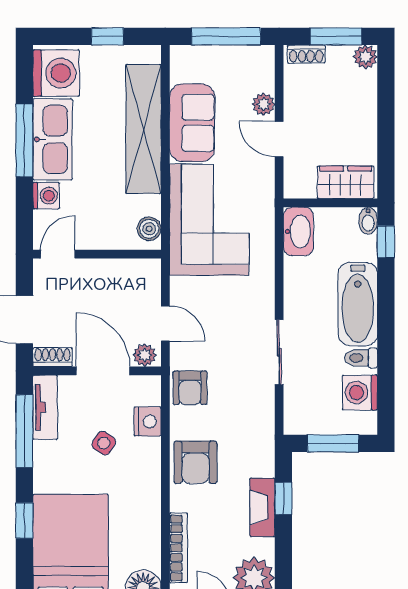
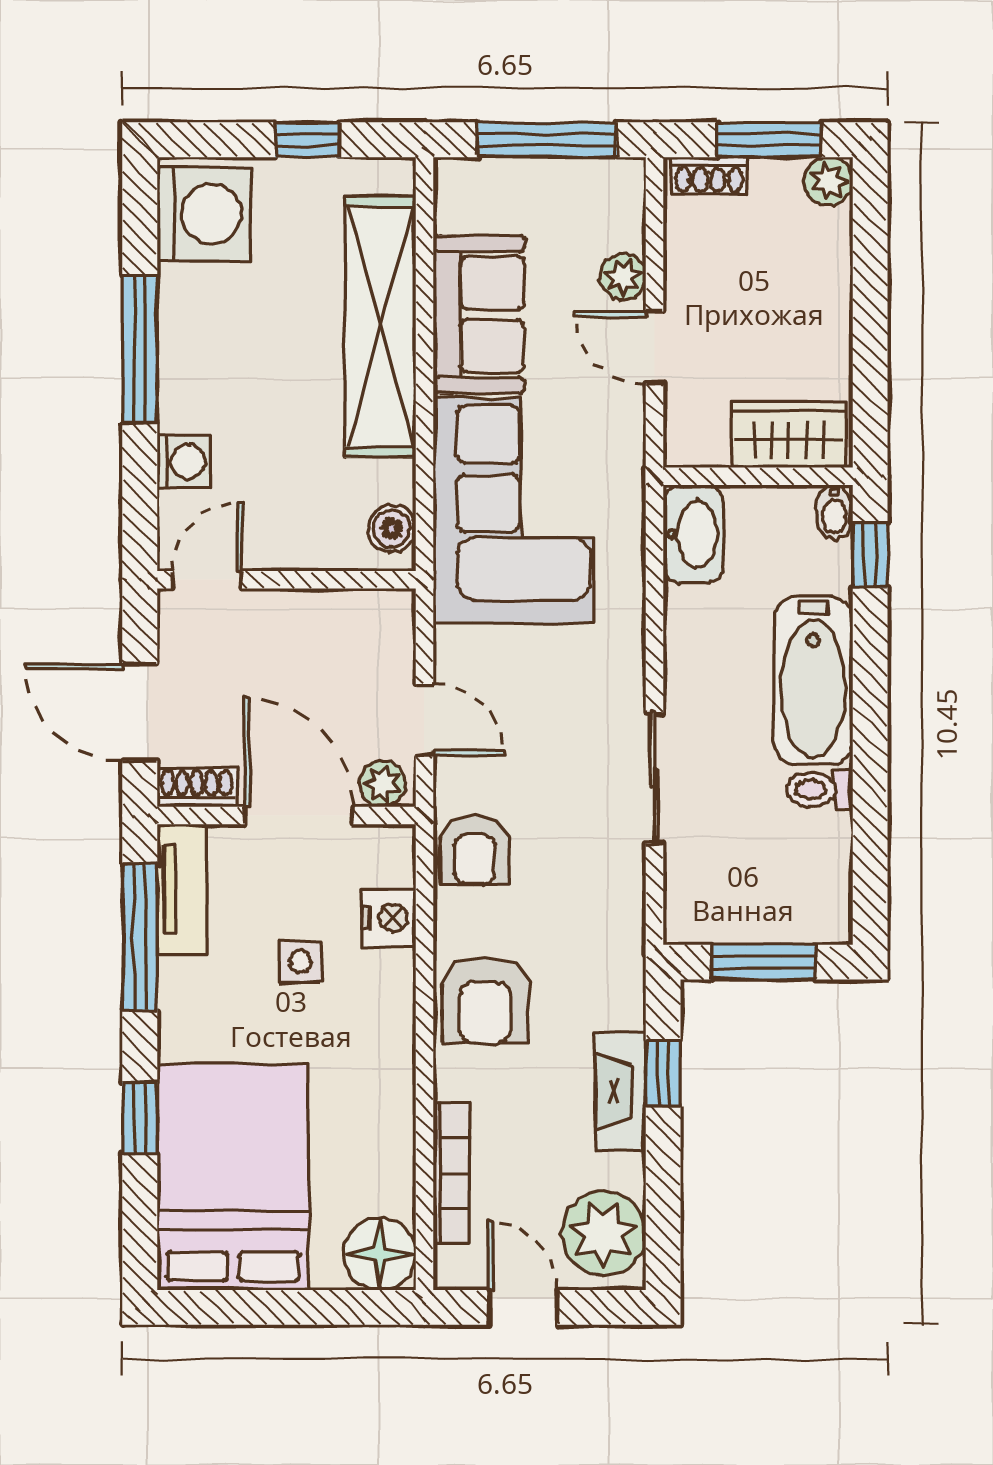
kitchen sink: (52, 139) -> (197, 348), removed
washing machine: (360, 392) -> (818, 859), removed
side table: (104, 443) -> (300, 962), turned -33

